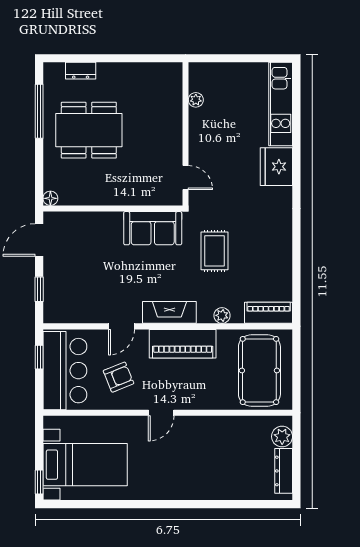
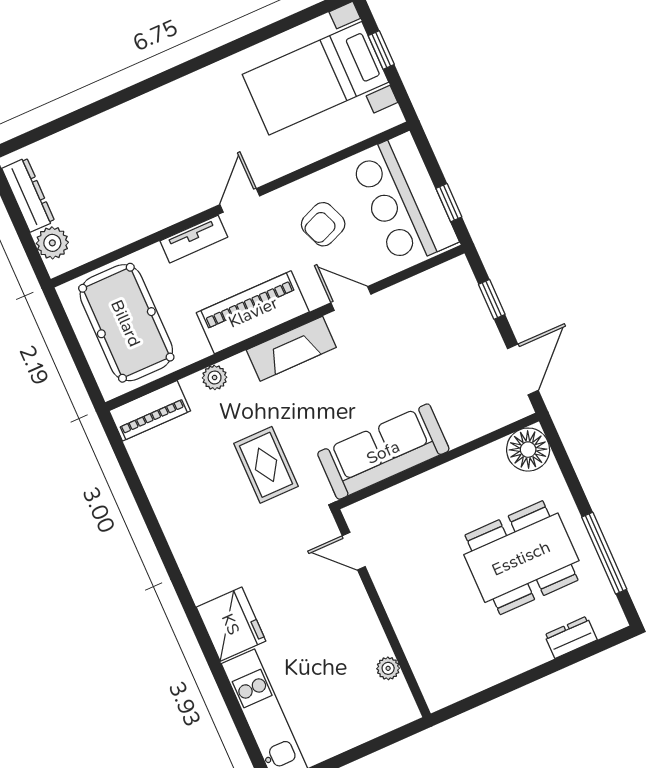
floor lamp: (50, 198) -> (528, 450), width x1.89, depth x1.89
sofa: (153, 228) -> (383, 452), width x1.36
door: (121, 326) -> (351, 298), hinge flipped
tv unit: (198, 402) -> (194, 239), added
window: (39, 482) -> (381, 50), moved

